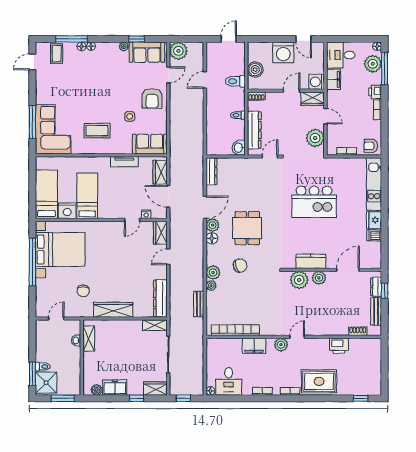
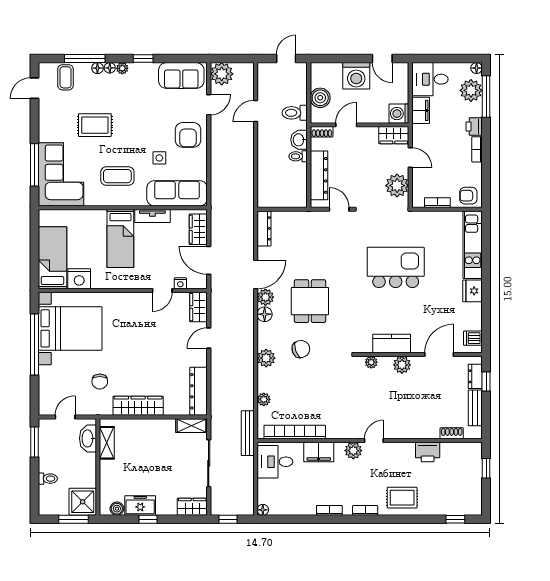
window: (137, 39) -> (143, 59), moved
plant: (124, 47) -> (122, 68), moved
rug: (79, 91) -> (95, 125), added
door: (292, 91) -> (346, 125), moved
sofa: (150, 144) -> (177, 193), width x1.36
washbasin: (239, 148) -> (299, 140), moved
door: (270, 156) -> (339, 209), hinge flipped
bed: (87, 196) -> (120, 239), moved, turned 180
kitchen island: (314, 202) -> (396, 267), turned 180
dishwasher: (374, 235) -> (473, 338), moved
plant: (299, 280) -> (371, 362), width x0.53, depth x0.53
plant: (211, 286) -> (264, 399), moved
bench: (199, 304) -> (248, 433), moved, width x1.36
washbasin: (76, 340) -> (88, 438), width x1.91, depth x1.45
window: (384, 358) -> (486, 468), added
window: (32, 374) -> (35, 442), moved
desk: (229, 381) -> (275, 462), moved, turned 90
rug: (319, 381) -> (402, 498), width x0.73, depth x0.70
shower: (46, 383) -> (83, 502), moved
window: (137, 398) -> (148, 519), moved

